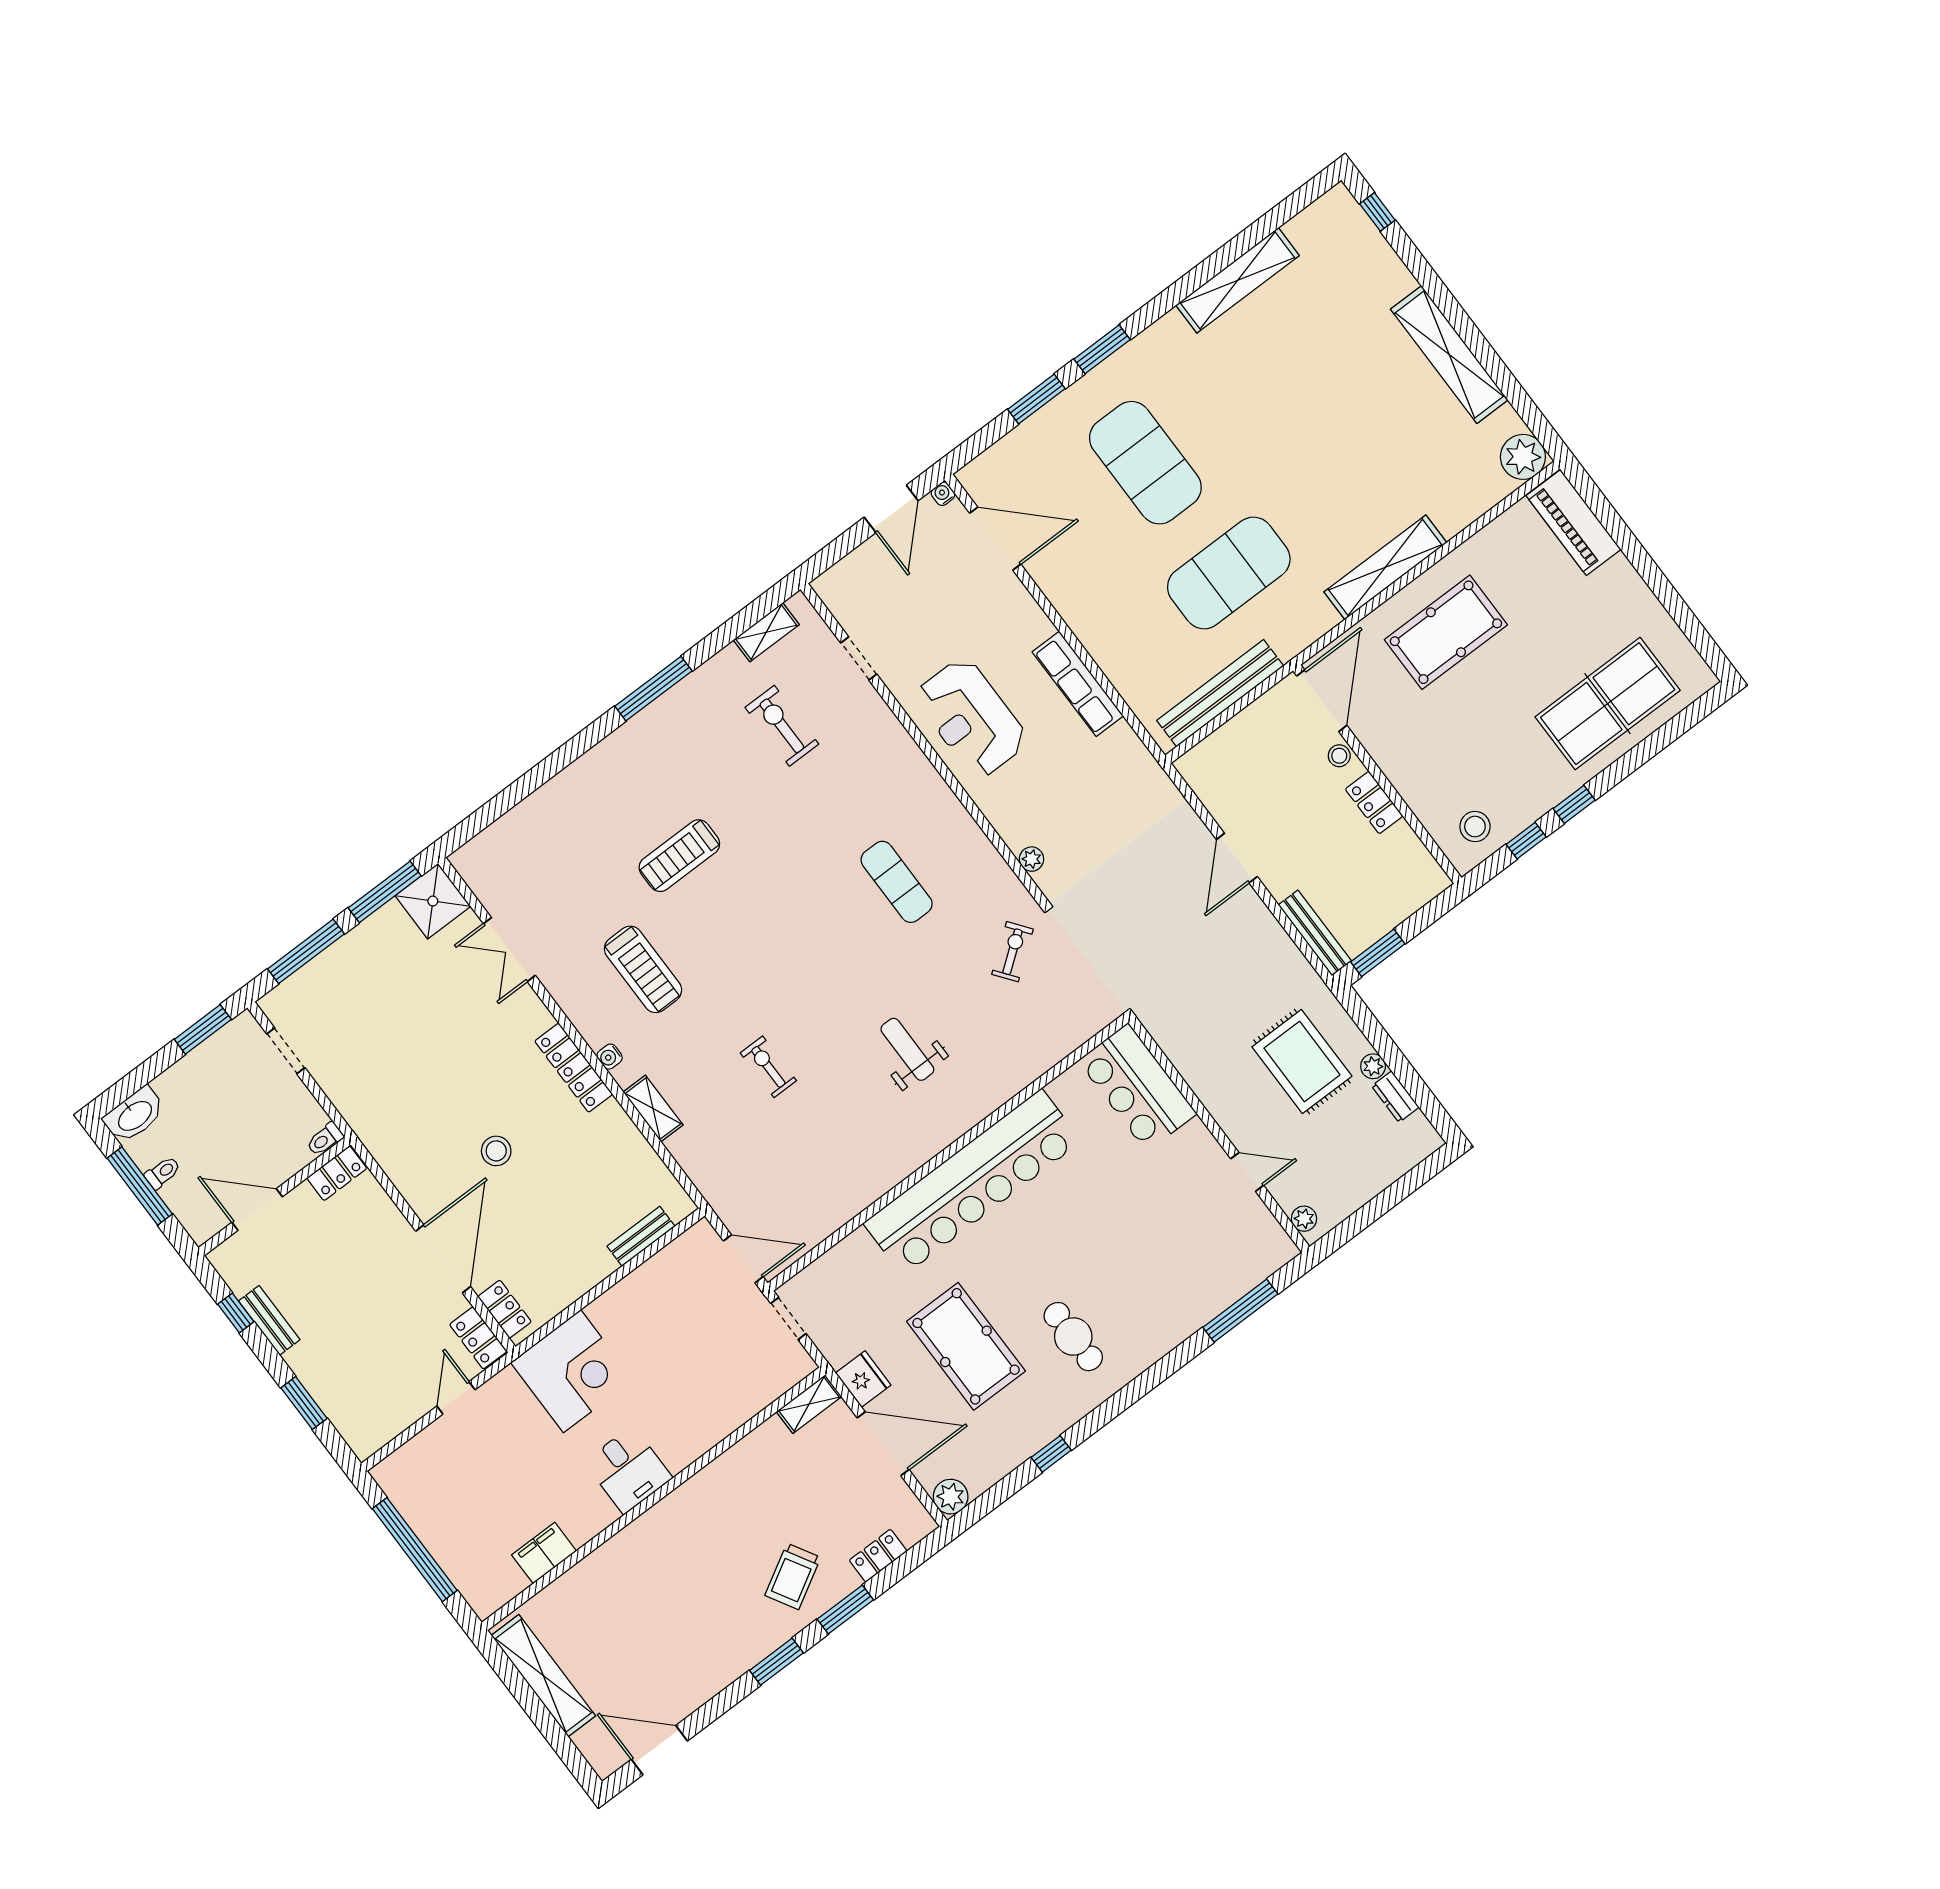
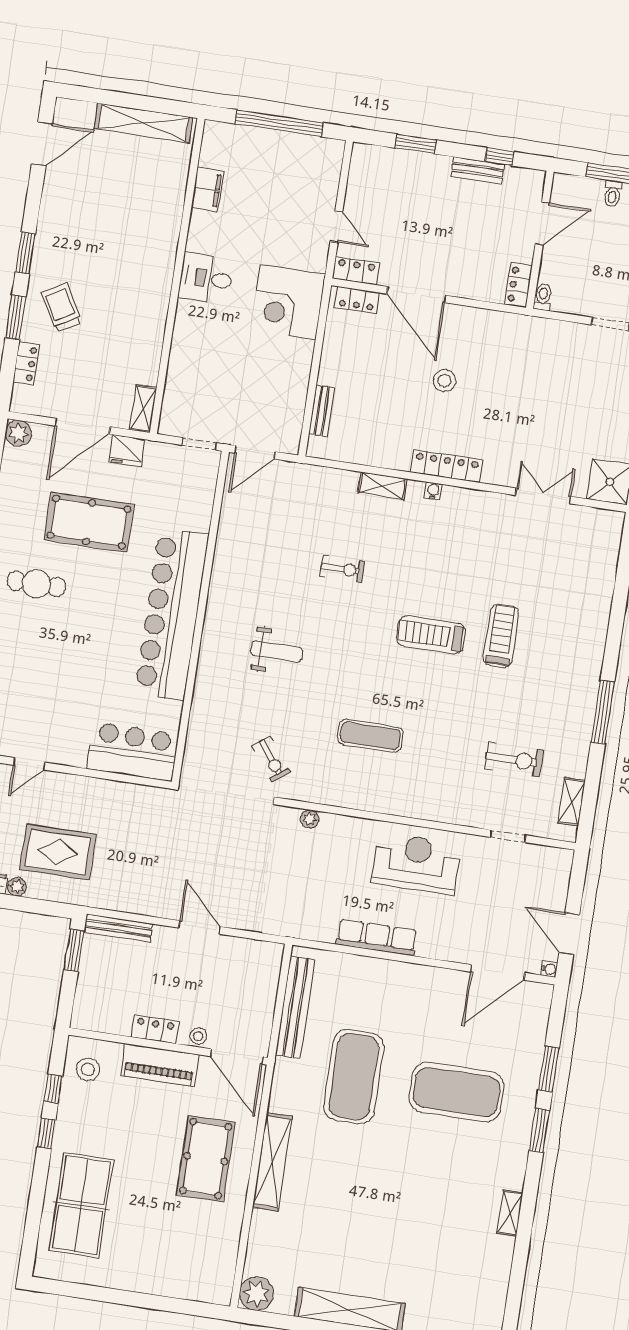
shelving: (1238, 280) -> (510, 1213), width x0.45, depth x0.75
piano: (1573, 523) -> (160, 1065), moved, turned 180
treadmill: (643, 969) -> (431, 635), moved

